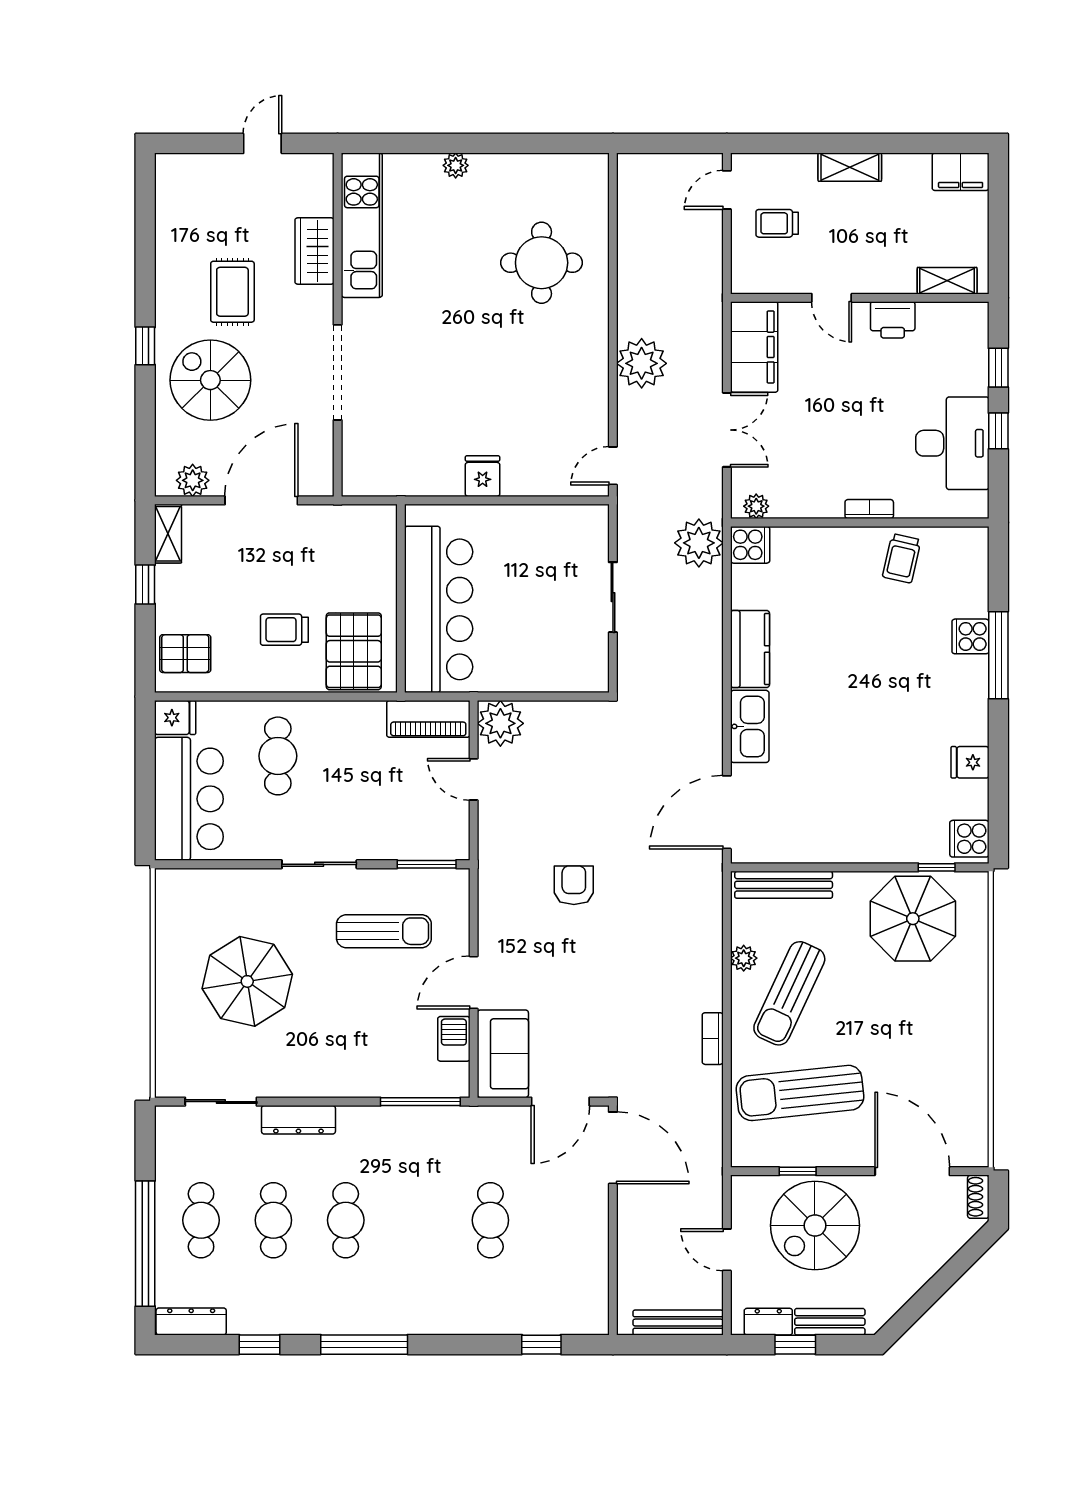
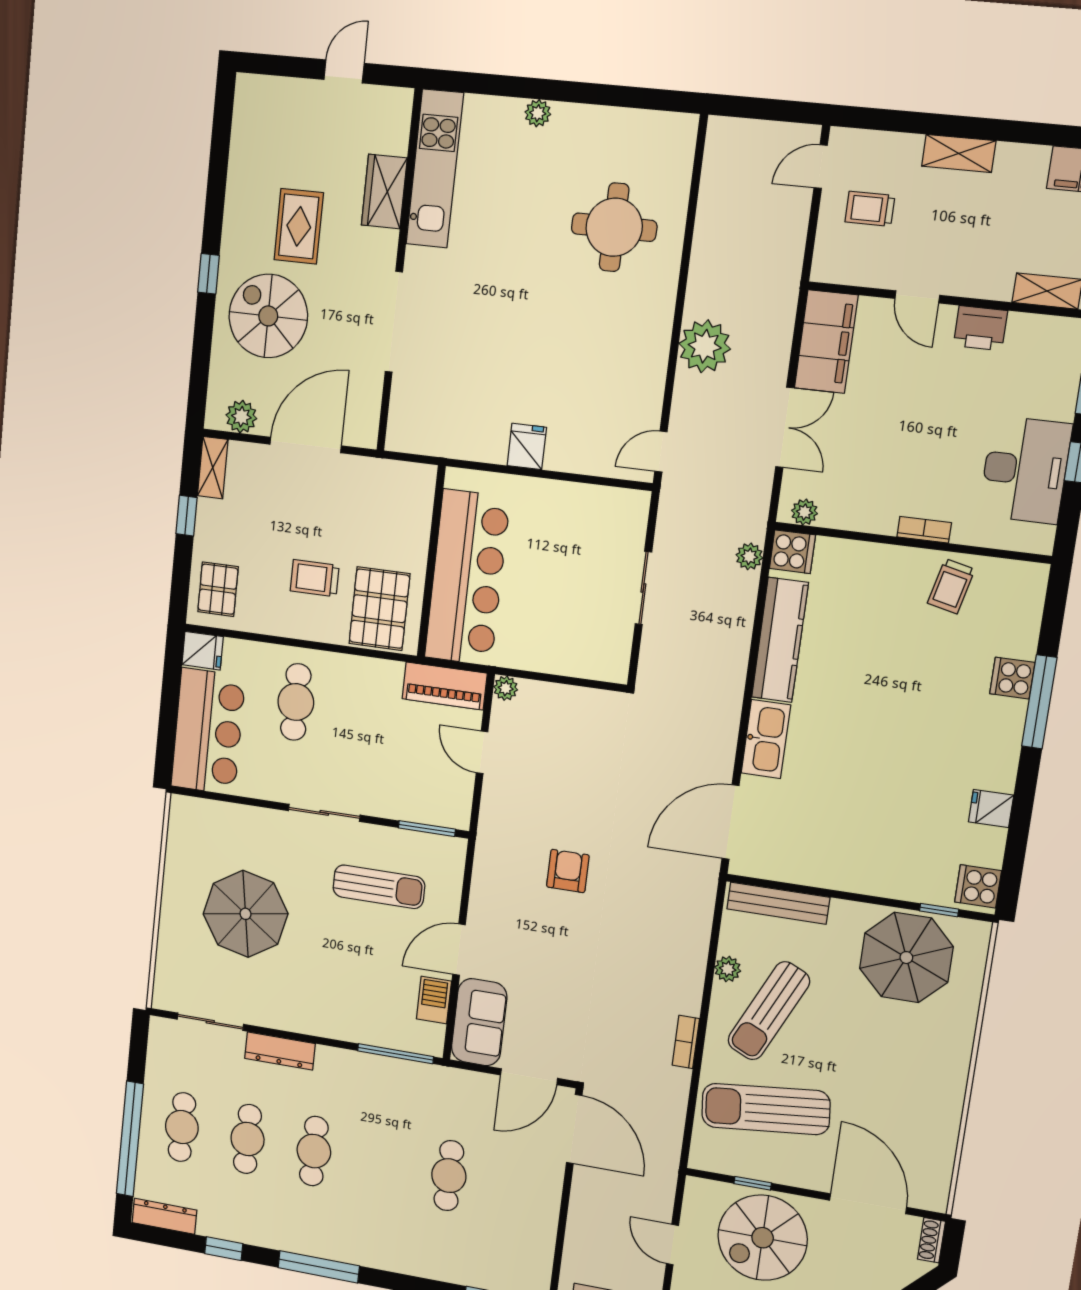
plant: (699, 543) -> (749, 556), width x0.53, depth x0.53
kitchen counter: (750, 649) -> (780, 640), width x1.50
pallet: (185, 654) -> (218, 589), turned 90
plant: (500, 723) -> (506, 688), width x0.53, depth x0.53

